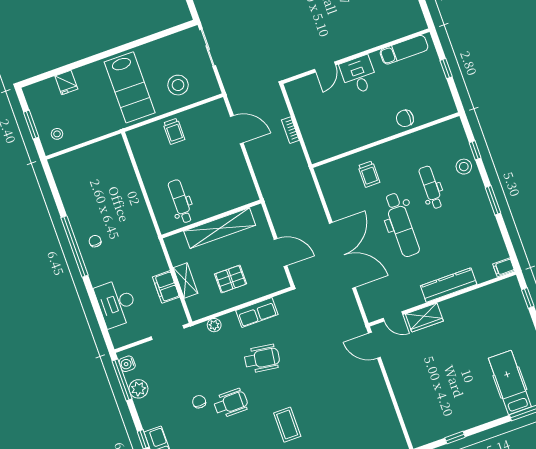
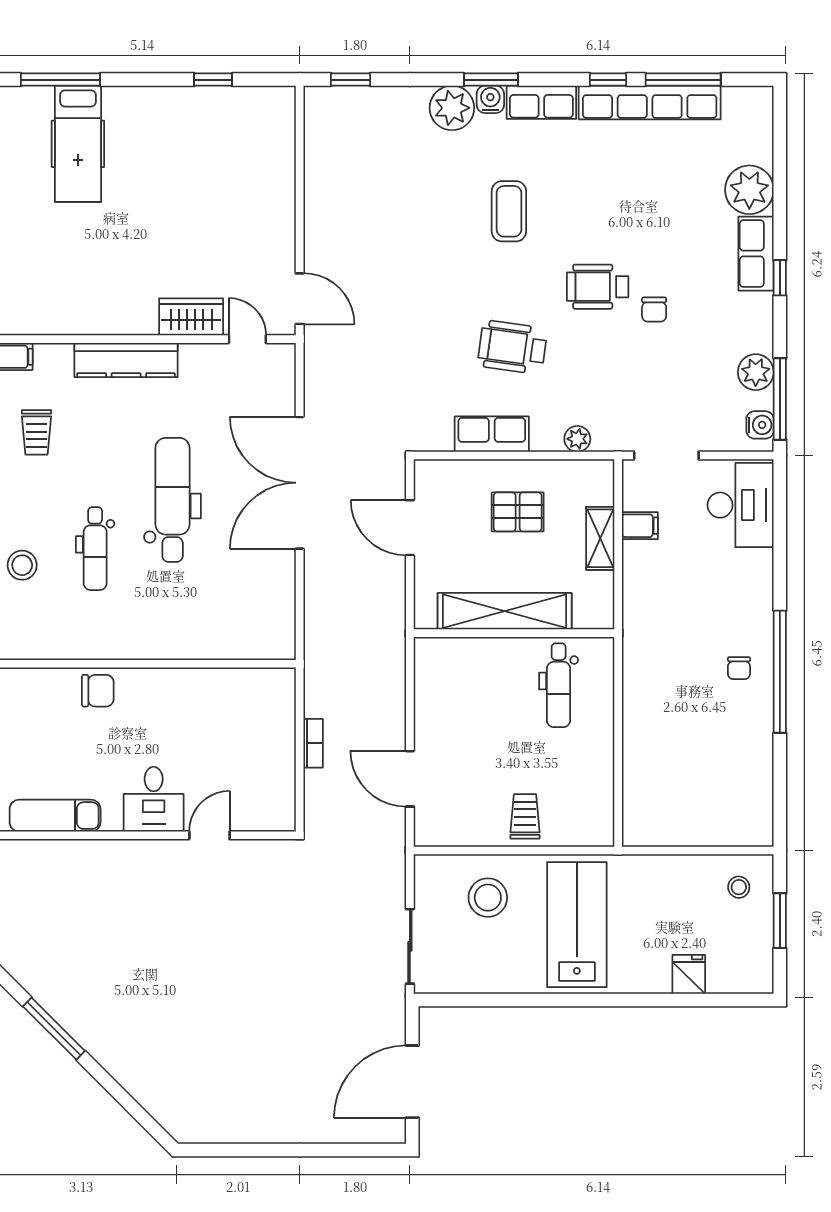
trolley: (369, 174) -> (36, 432), moved, turned 180
filing cabinet: (166, 287) -> (640, 526), width x0.50
desk: (116, 303) -> (741, 505), moved

